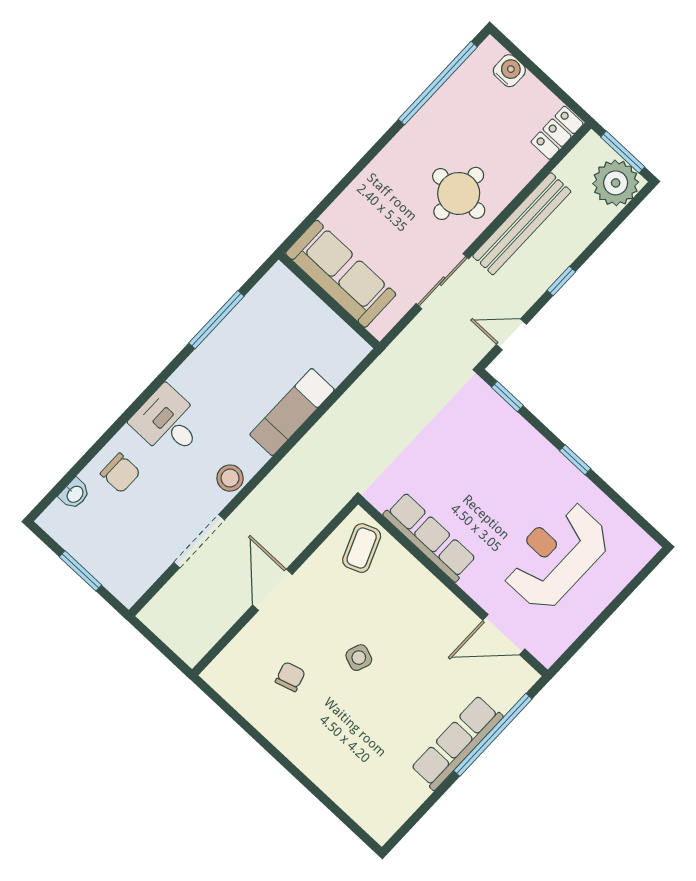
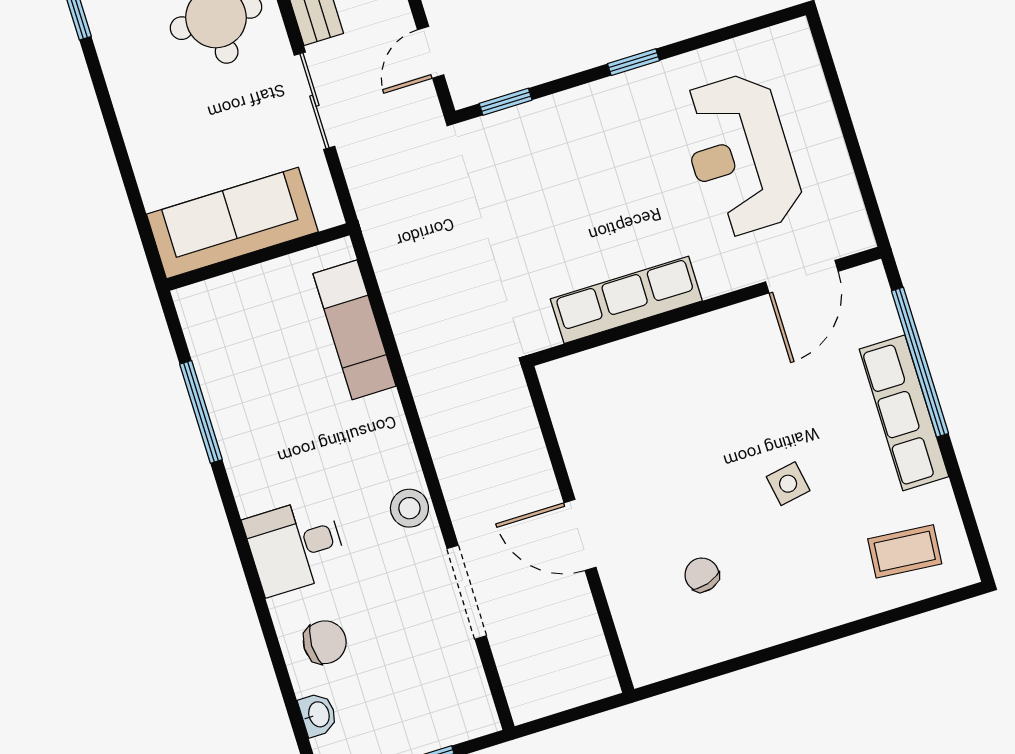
exam couch: (292, 412) -> (355, 330), moved
coffee table: (362, 548) -> (905, 551), moved, turned -63
side table: (359, 658) -> (788, 484), moved, turned -31

